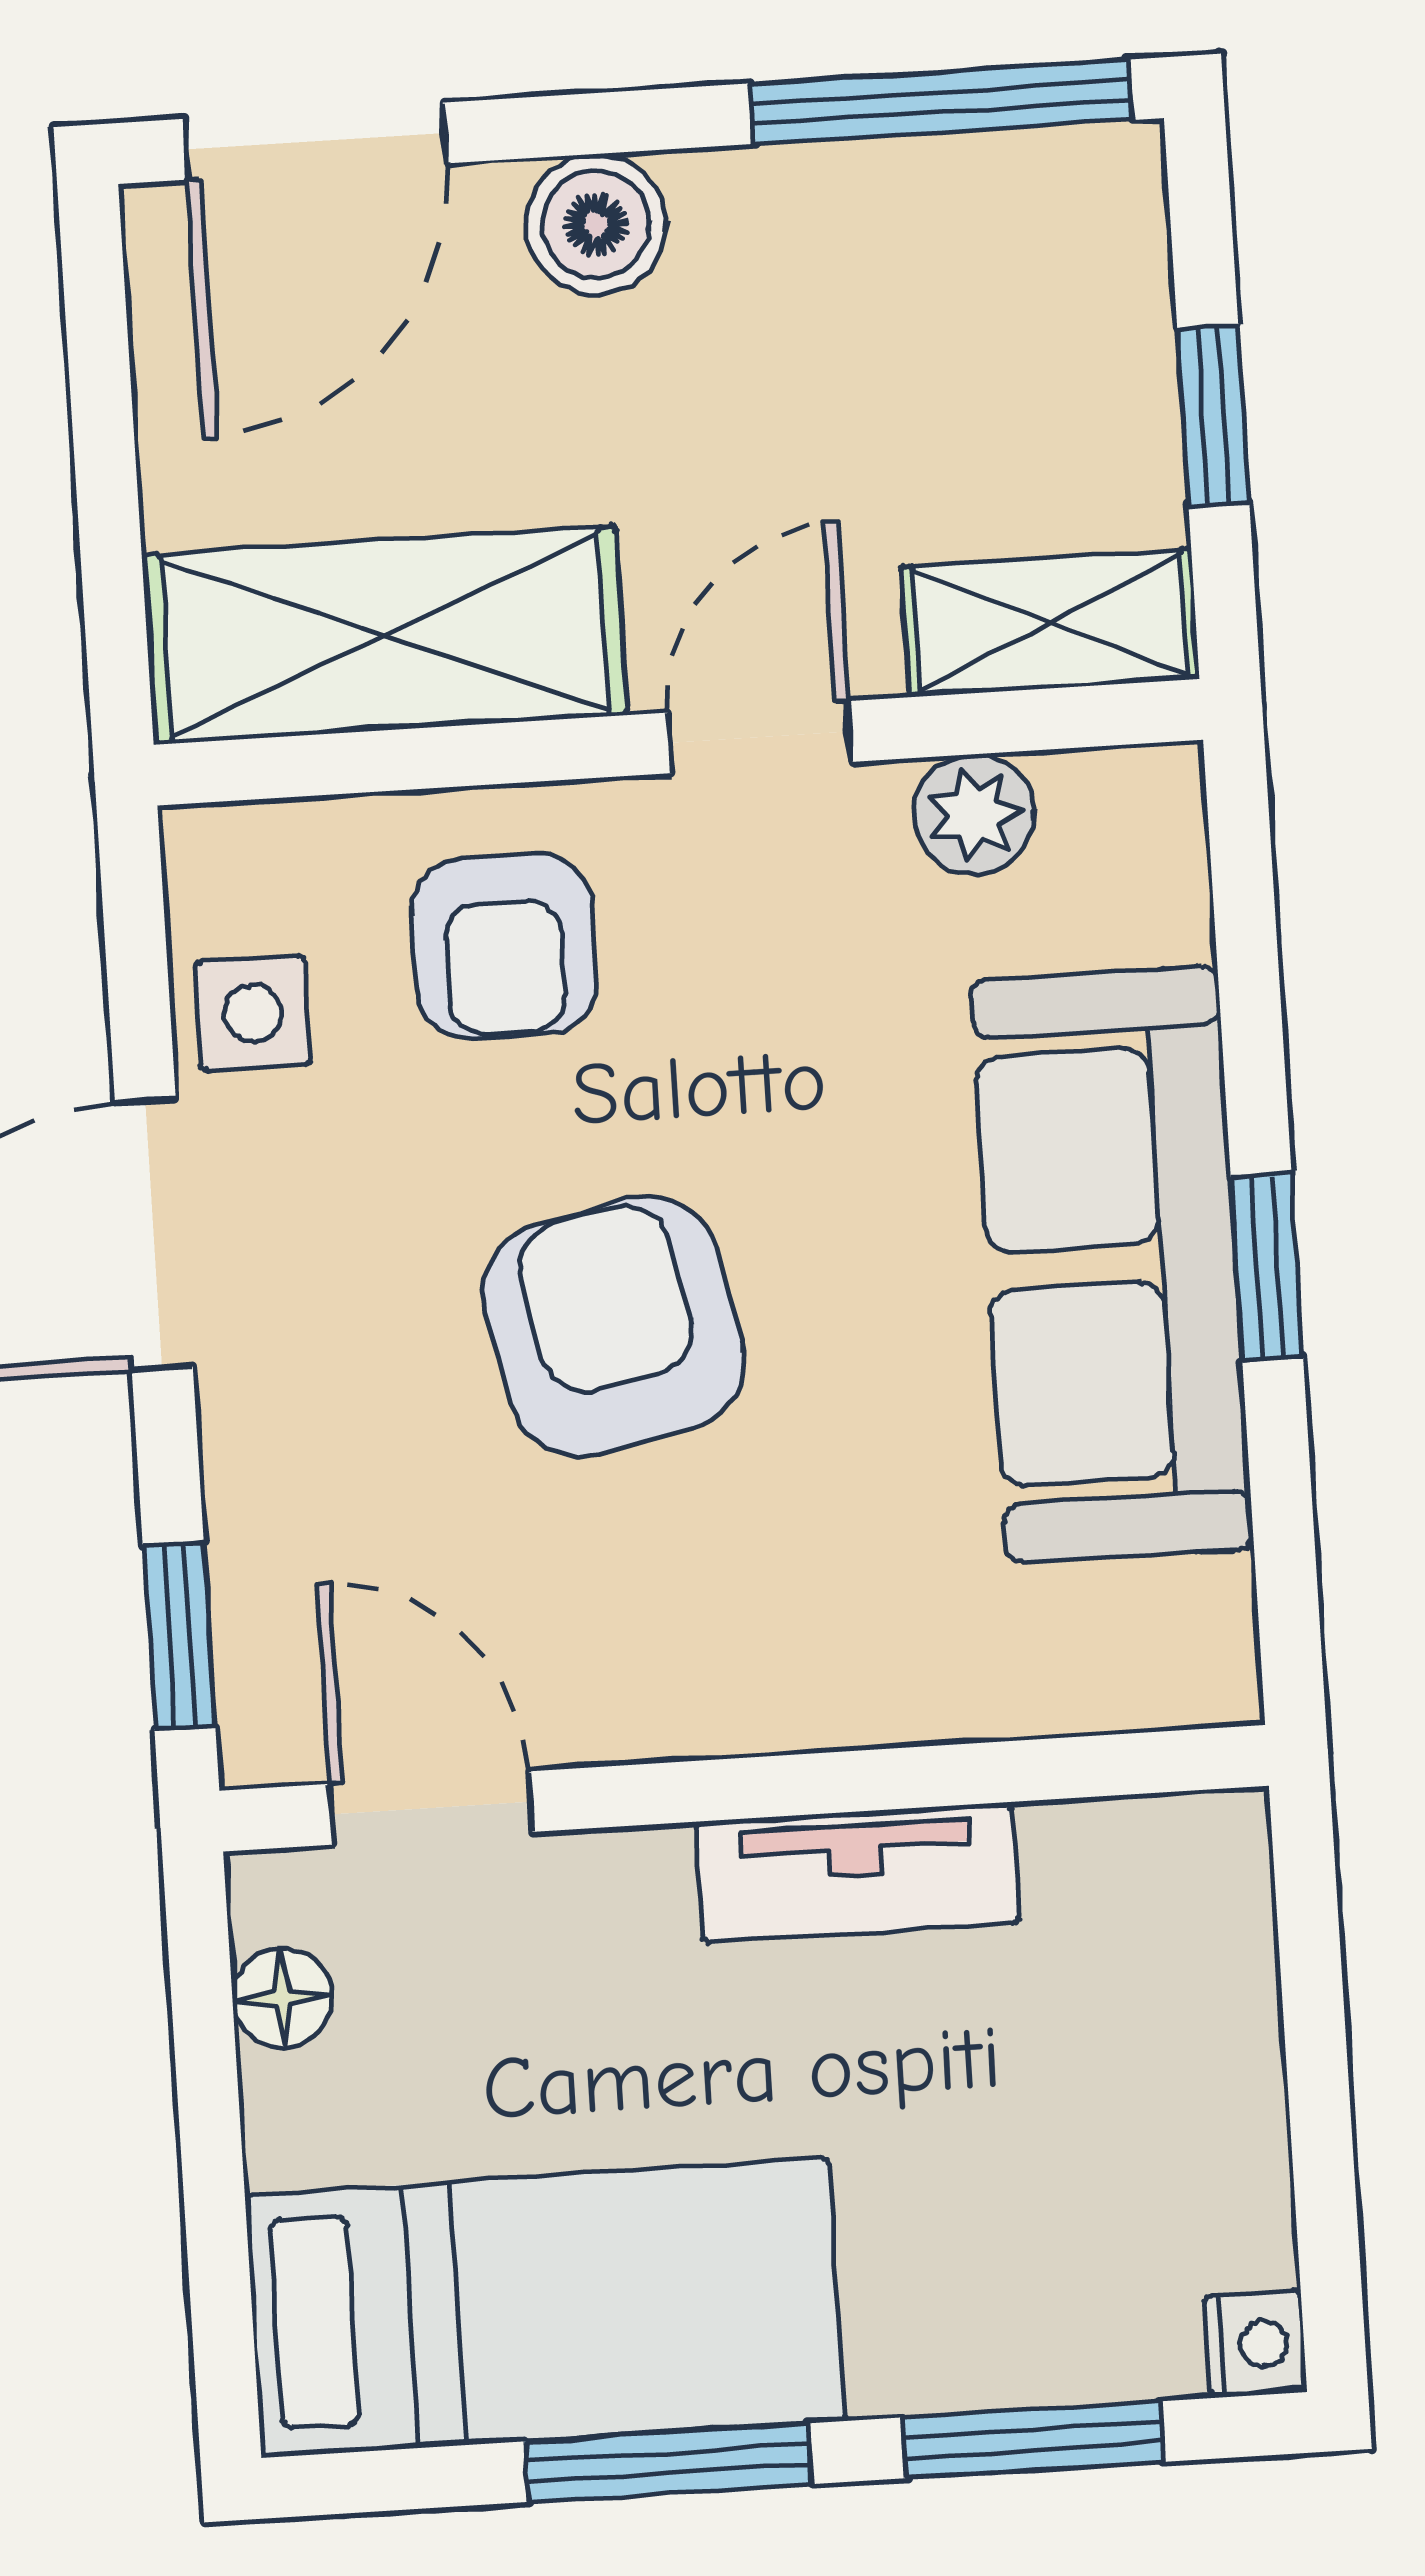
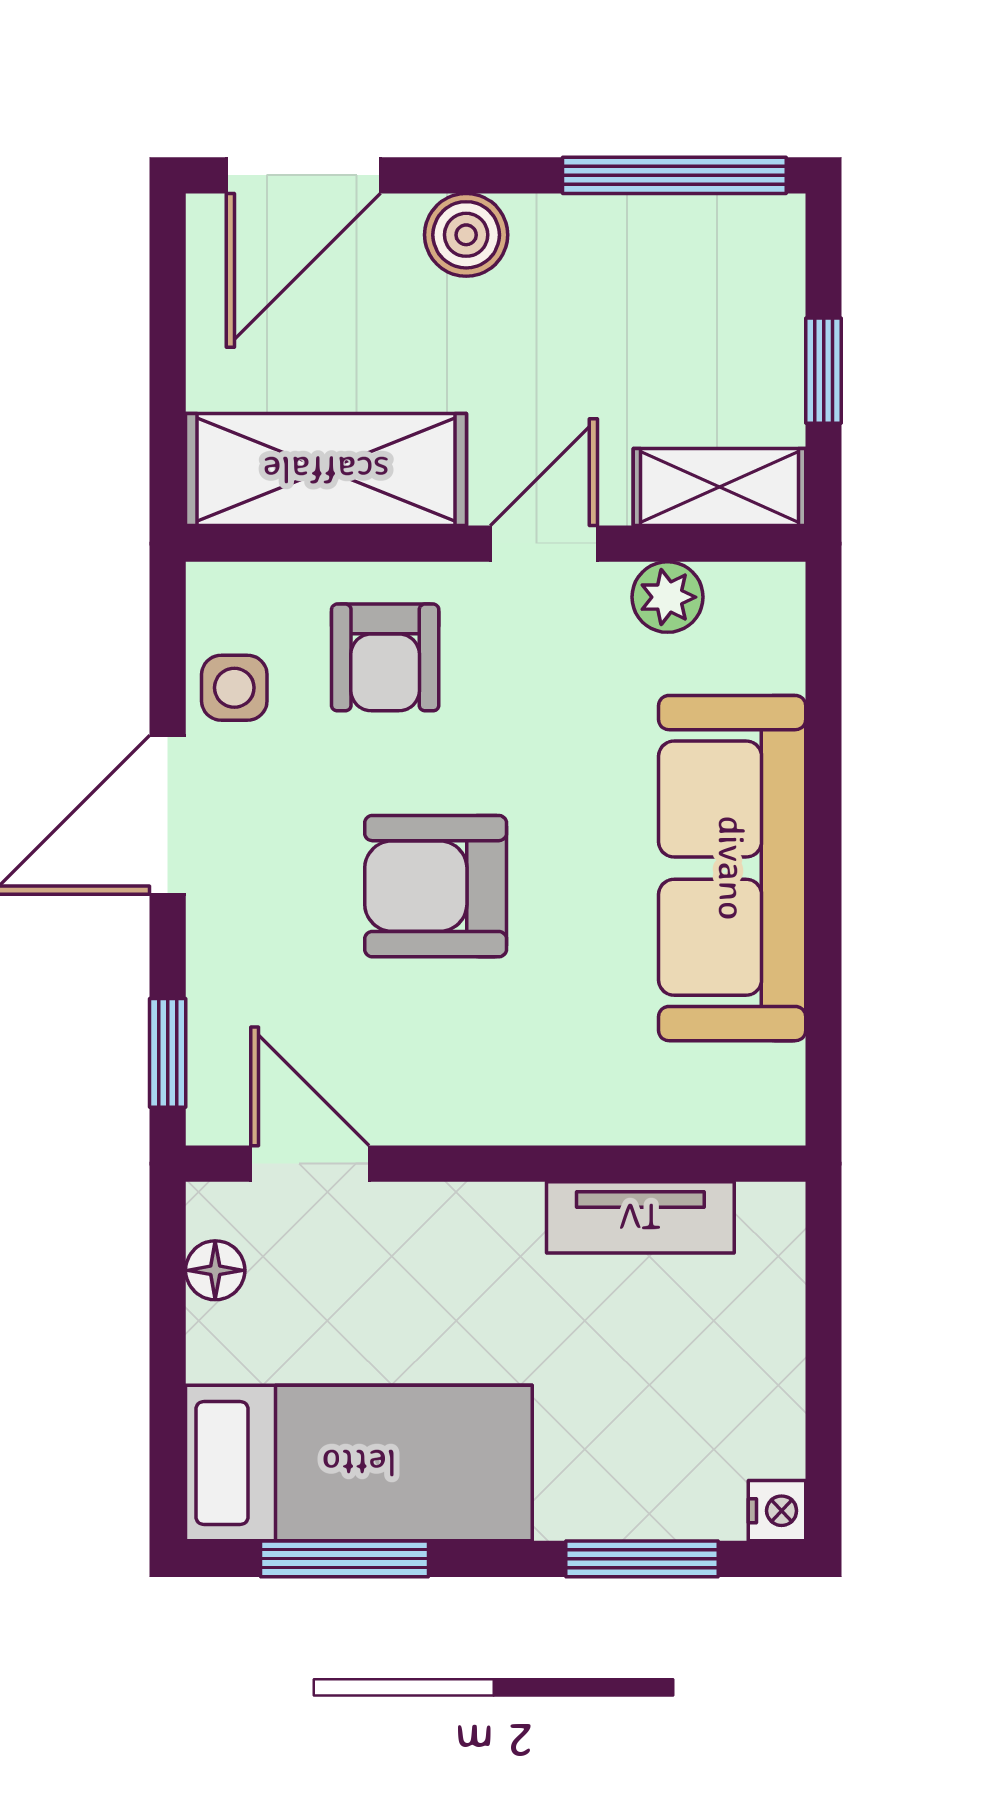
window: (1267, 1267) -> (824, 875), removed
armchair: (614, 1326) -> (436, 886), turned -78
tv unit: (857, 1872) -> (640, 1217), moved
window: (668, 2463) -> (344, 1559), moved

